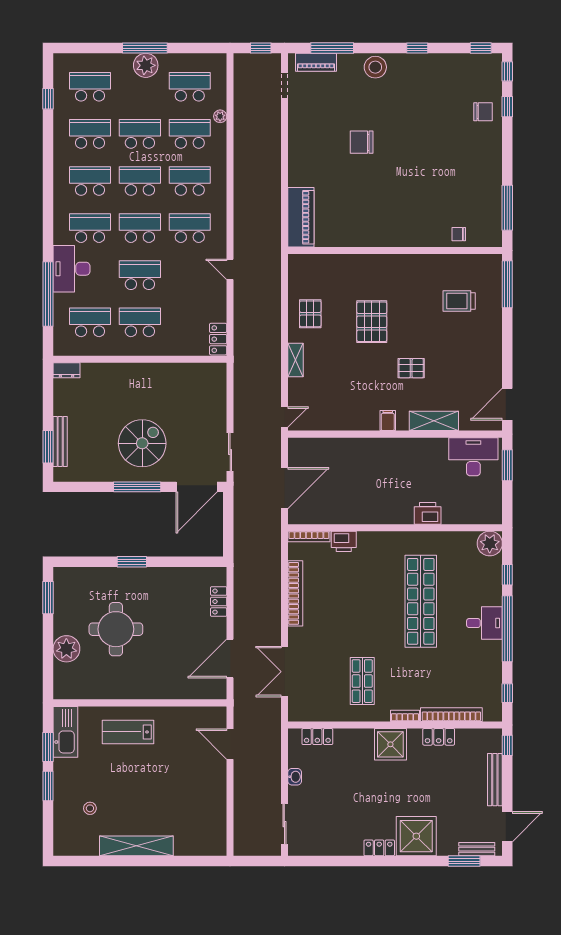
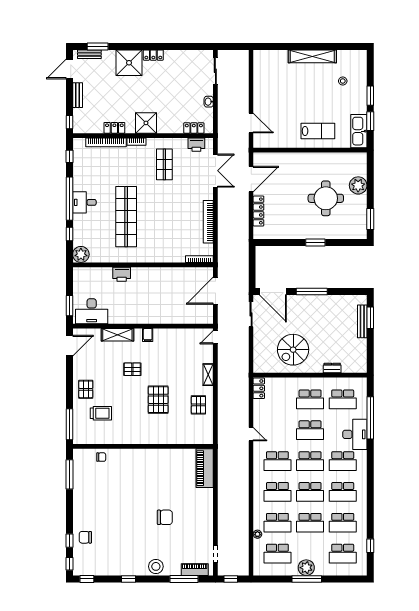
pallet: (482, 338) -> (86, 389), added
dresser: (67, 370) -> (332, 368), moved
spiral stairs: (142, 443) -> (293, 350), moved
door: (197, 487) -> (273, 292), swing flipped
printer: (344, 541) -> (196, 145), moved, turned 180
locker: (219, 602) -> (258, 211), width x1.53
bench: (495, 780) -> (78, 95), width x0.73

